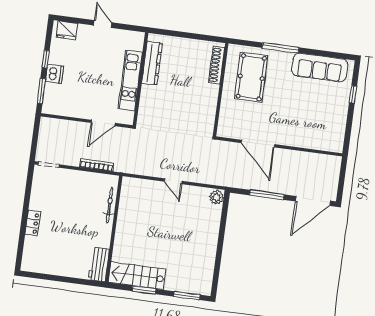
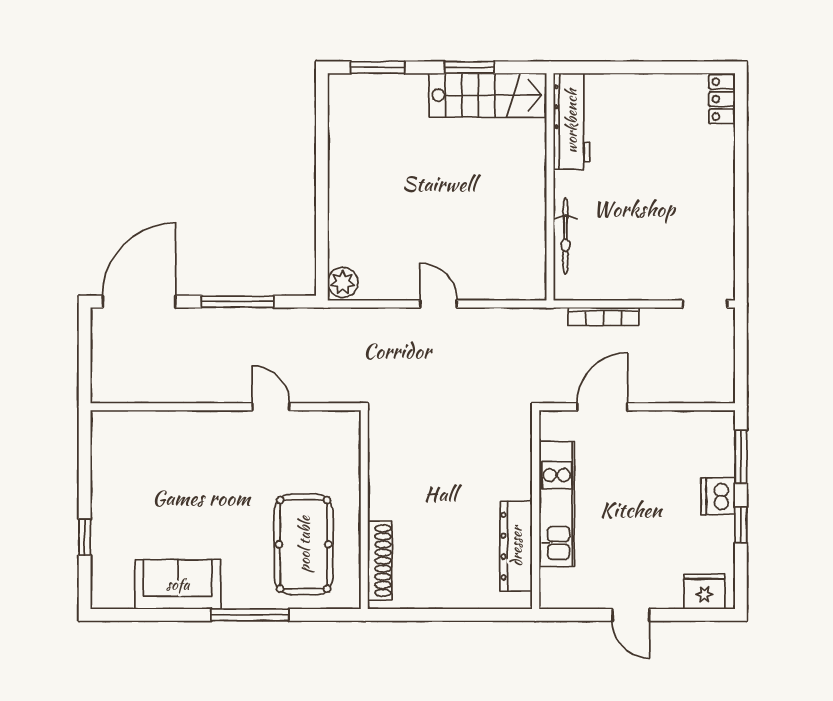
sofa: (320, 67) -> (178, 584), width x0.73
door: (258, 144) -> (271, 407), width x0.53
locker: (33, 223) -> (722, 99), moved
workbench: (99, 264) -> (571, 121), width x1.38

